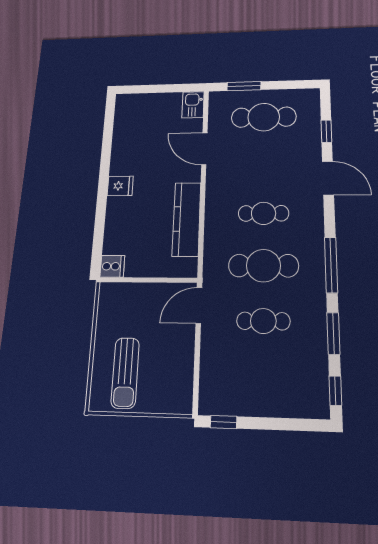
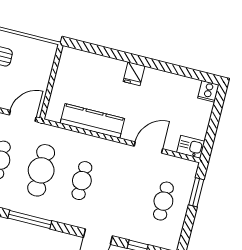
cafe table: (264, 117) -> (163, 201), width x0.73, depth x0.74
cooker: (112, 266) -> (208, 91), moved
door: (199, 305) -> (23, 116), hinge flipped

